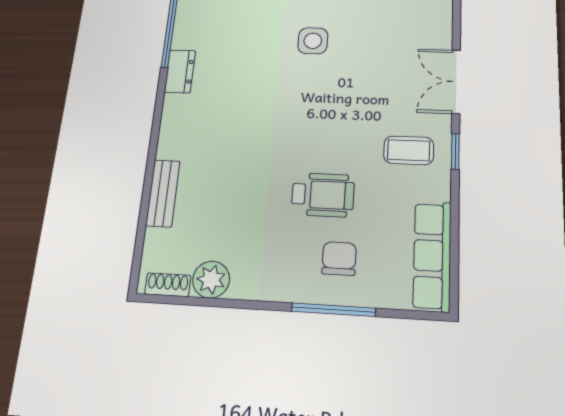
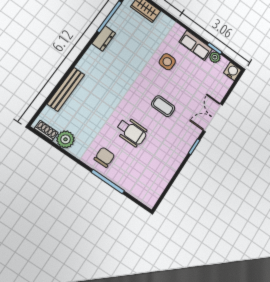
coffee table: (409, 150) -> (163, 106), moved
bench: (163, 193) -> (66, 89), width x1.36
row of seats: (432, 256) -> (159, 183), removed
chair: (339, 259) -> (104, 157), moved

